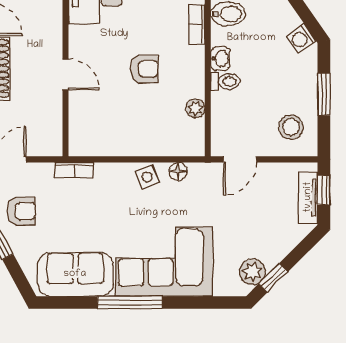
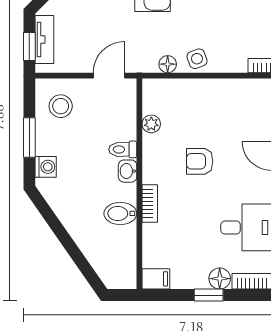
washing machine: (301, 39) -> (46, 167), moved, turned 35

